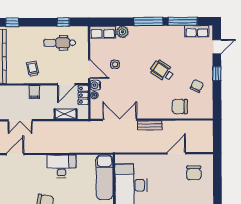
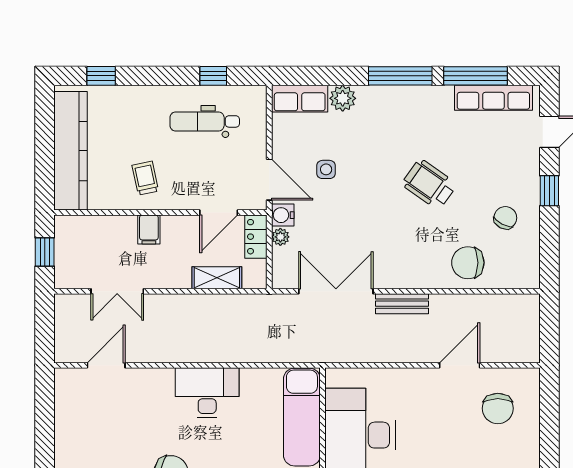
row of seats: (197, 31) -> (493, 98), width x1.48

